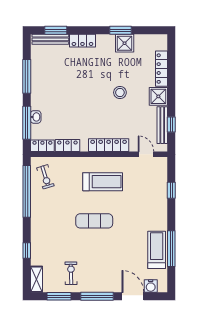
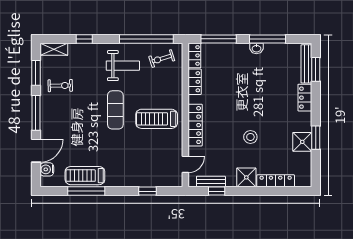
washbasin: (36, 117) -> (256, 48), moved
bench: (162, 125) -> (211, 182), width x0.73
treadmill: (103, 182) -> (157, 119), turned 90
weight bench: (52, 214) -> (123, 66), added
treadmill: (157, 250) -> (85, 176), turned 180

